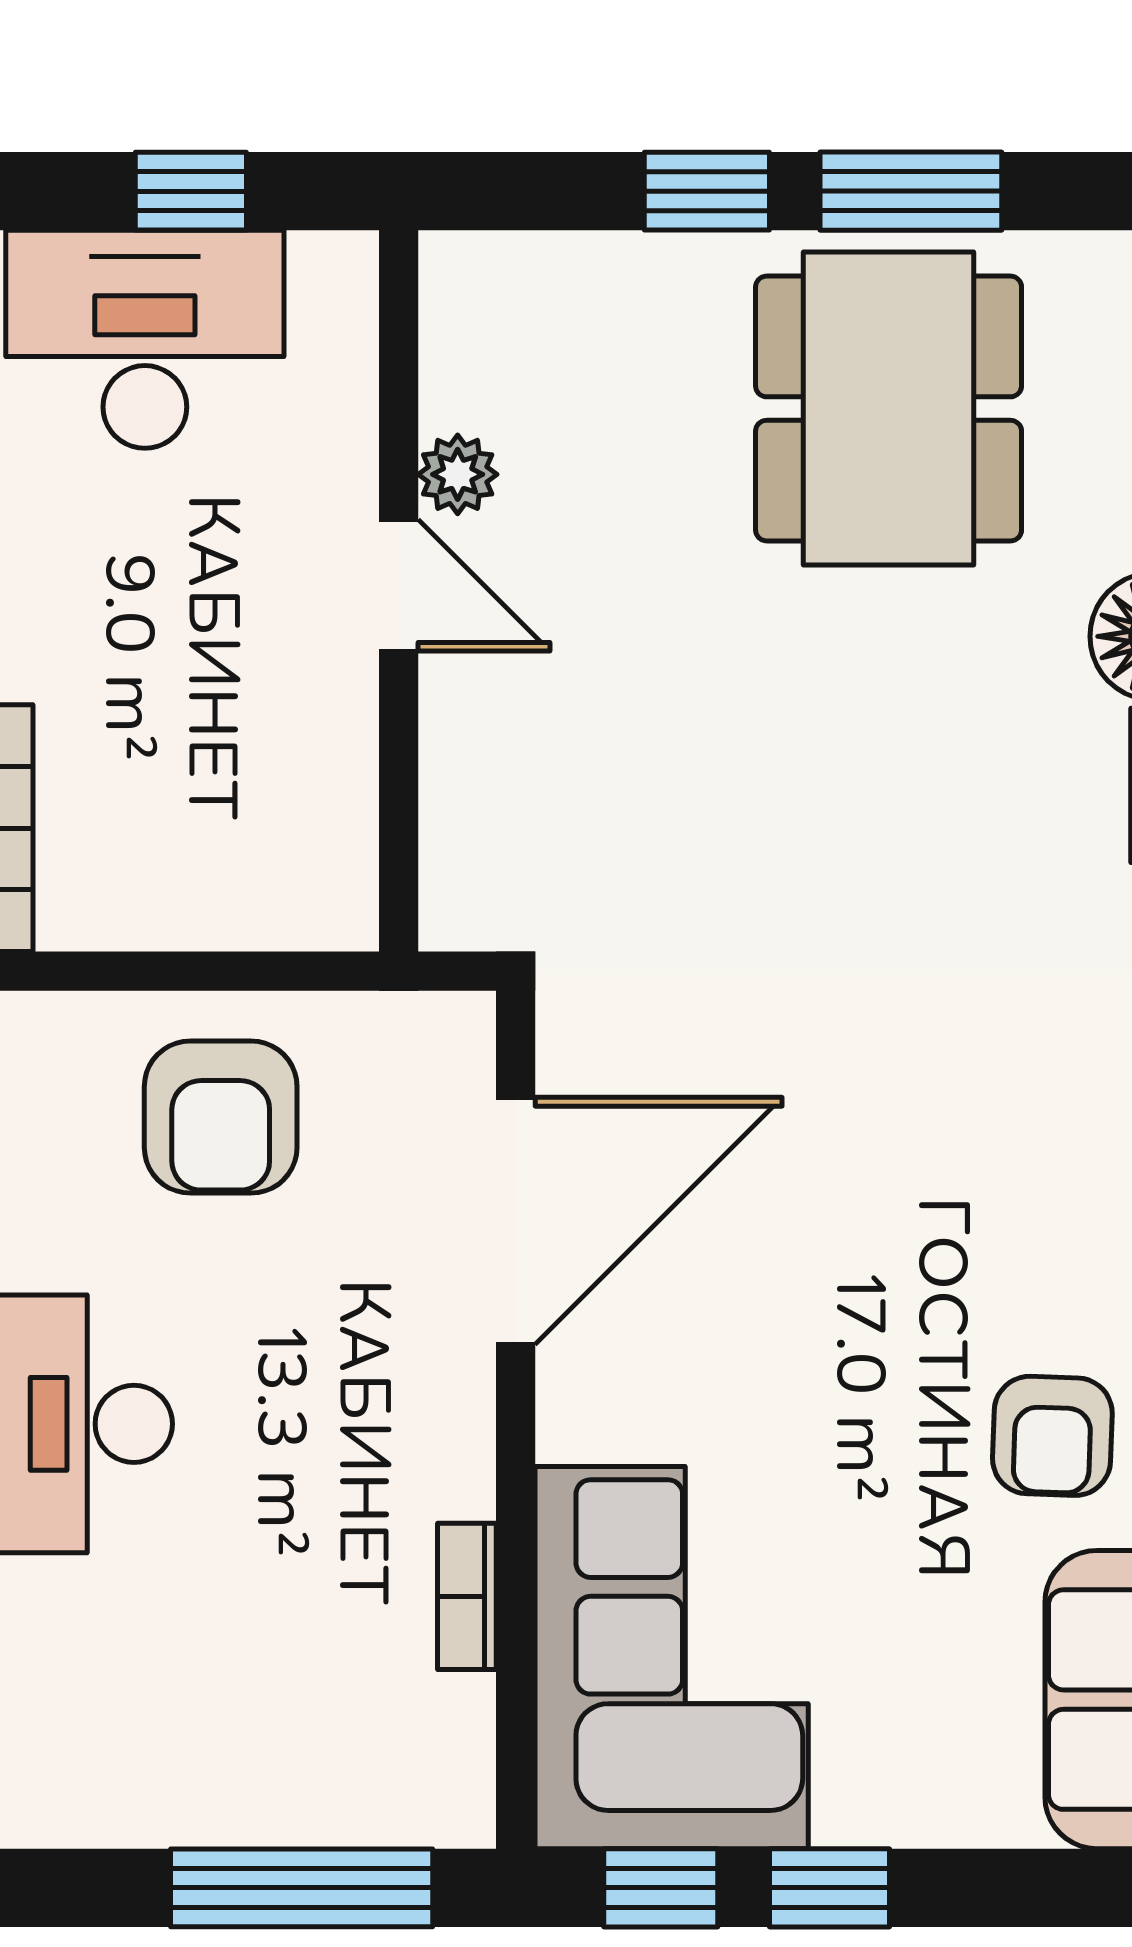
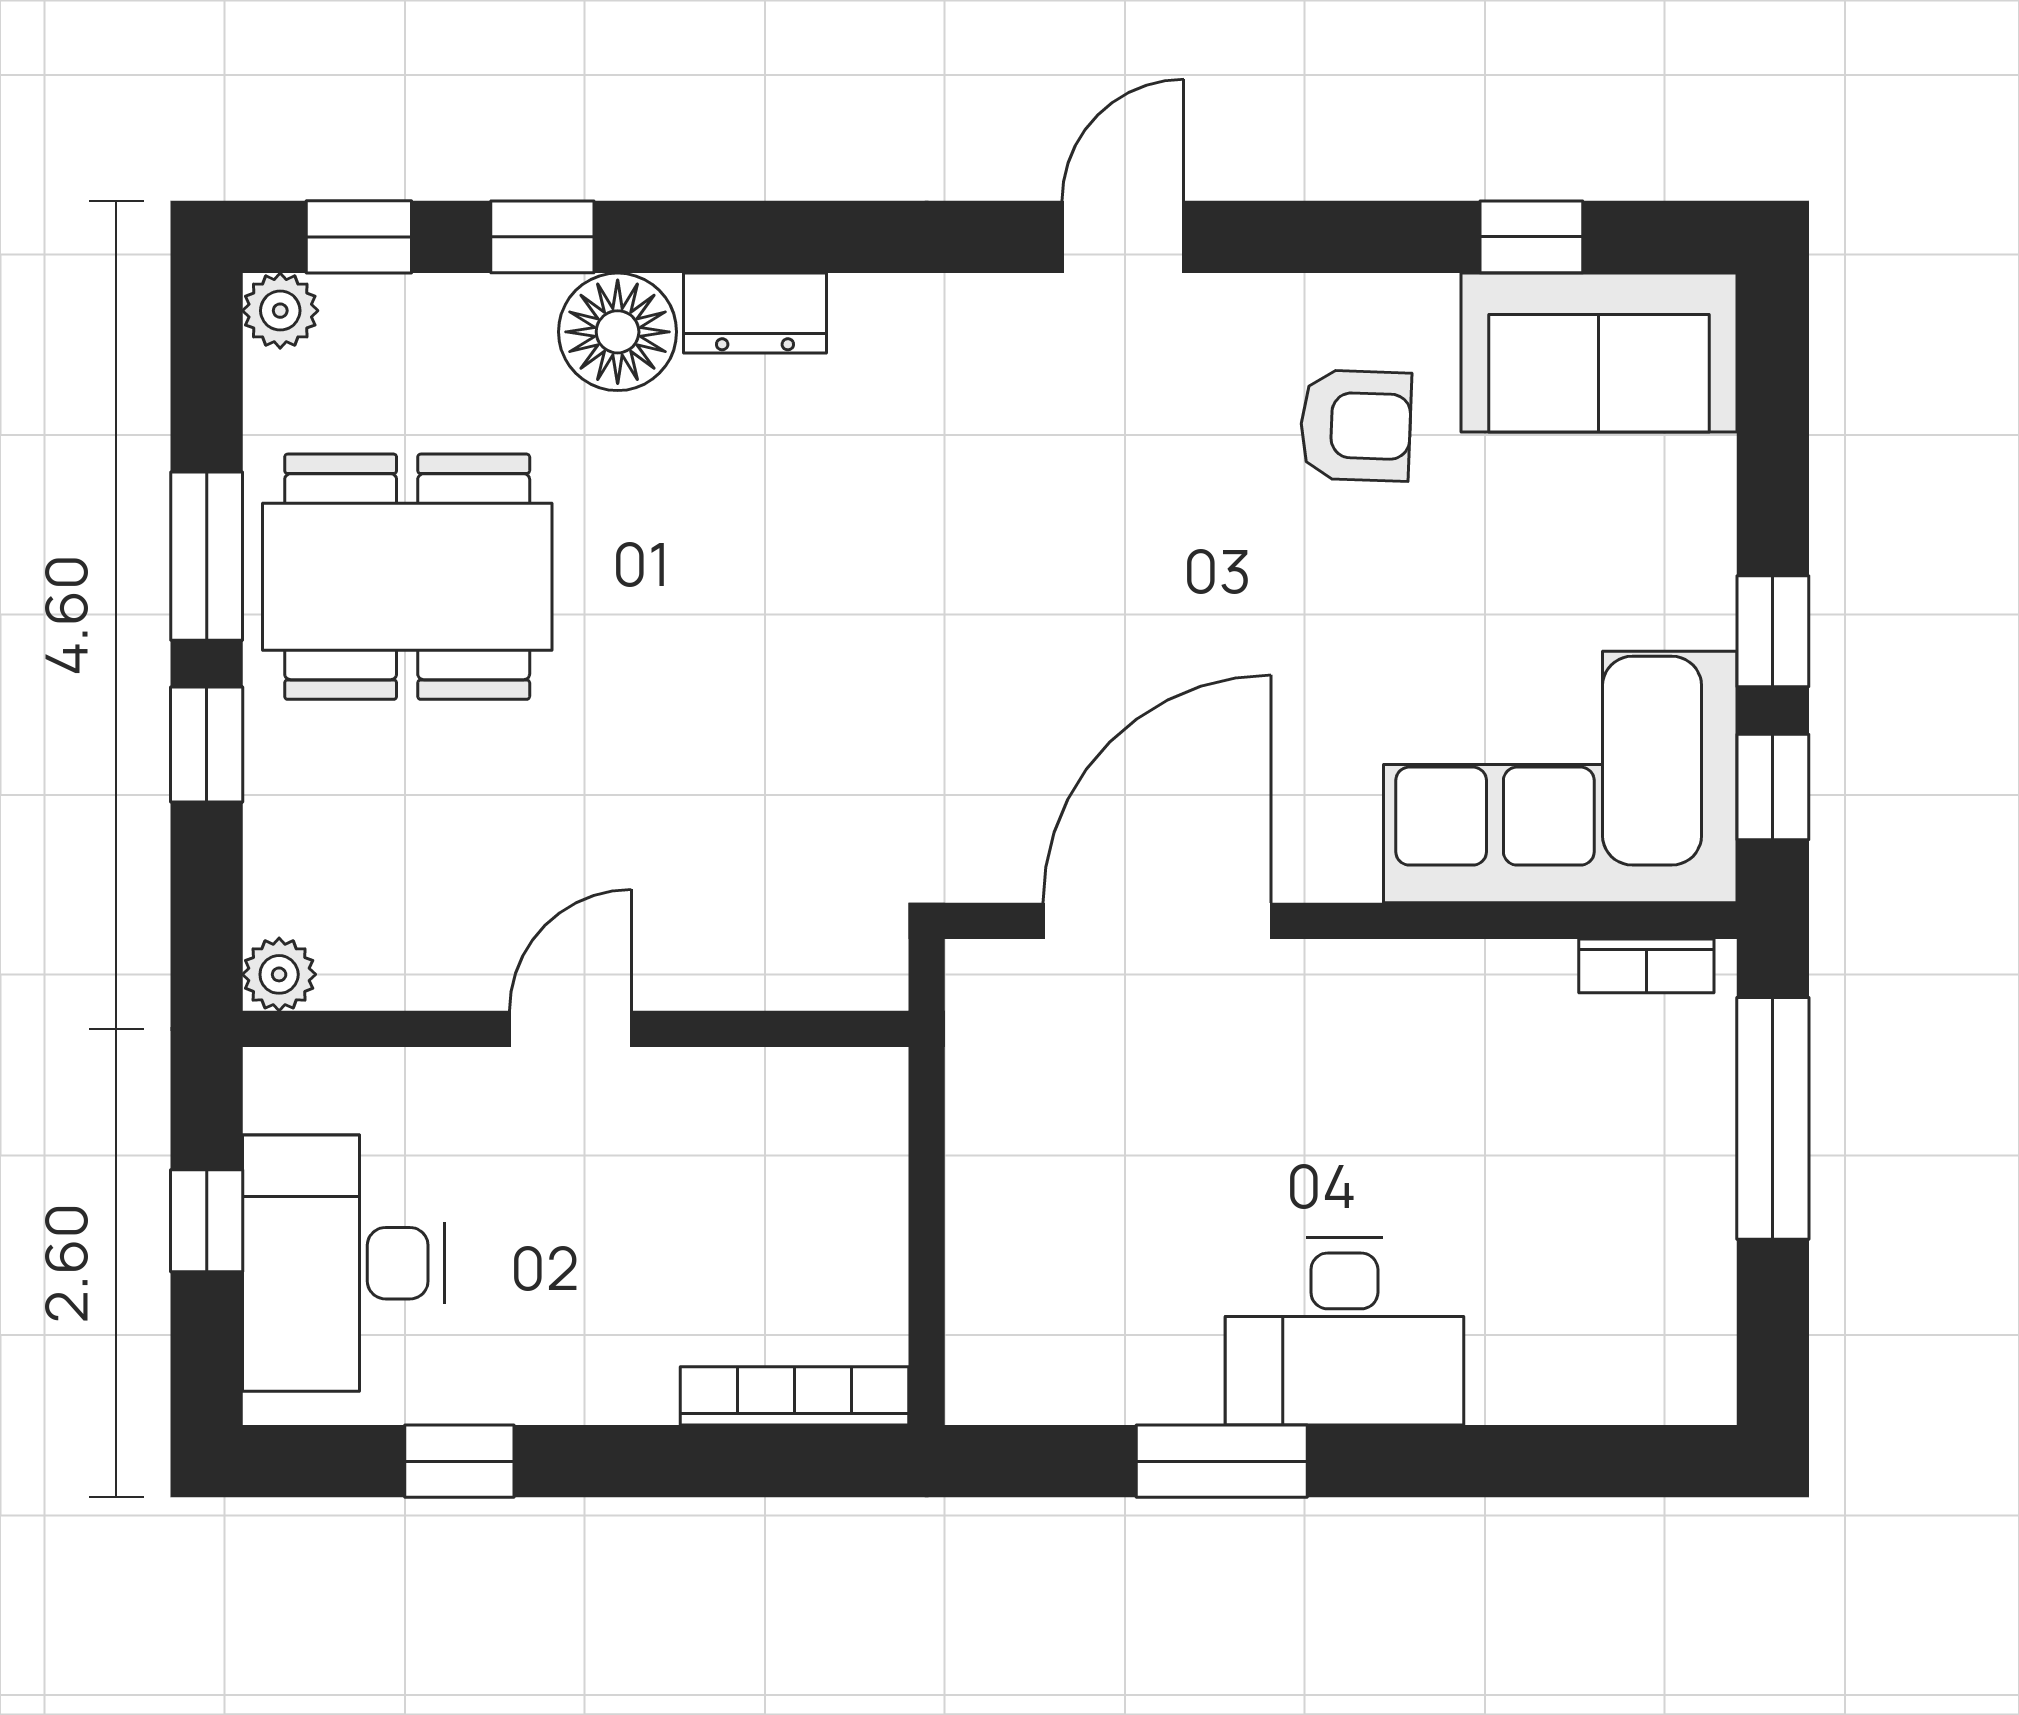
plant: (458, 474) -> (279, 974), moved
armchair: (221, 1117) -> (1061, 1193), removed
door: (516, 1221) -> (1157, 921), hinge flipped
bookcase: (467, 1596) -> (1646, 966), moved

